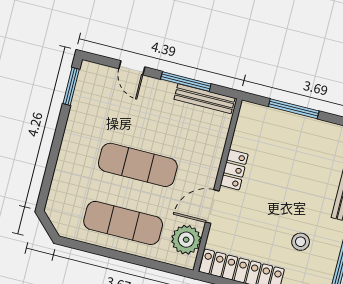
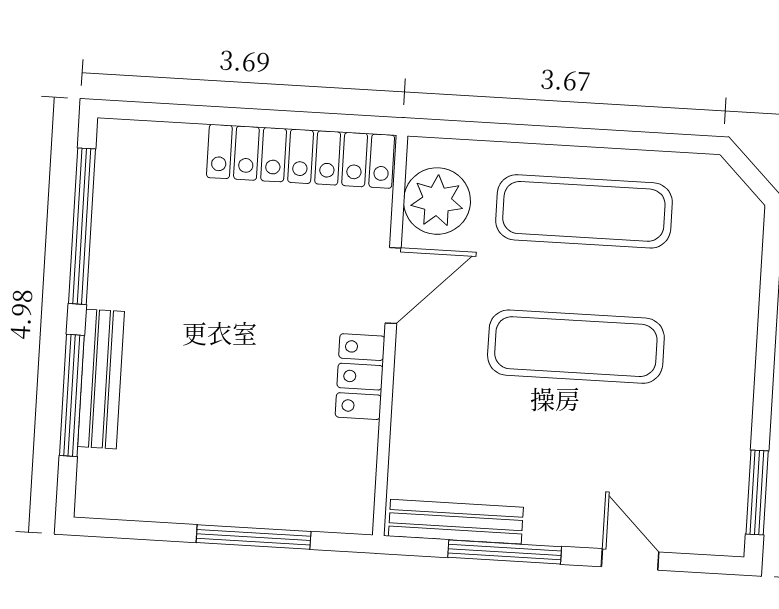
stool: (301, 242) -> (182, 245), removed

